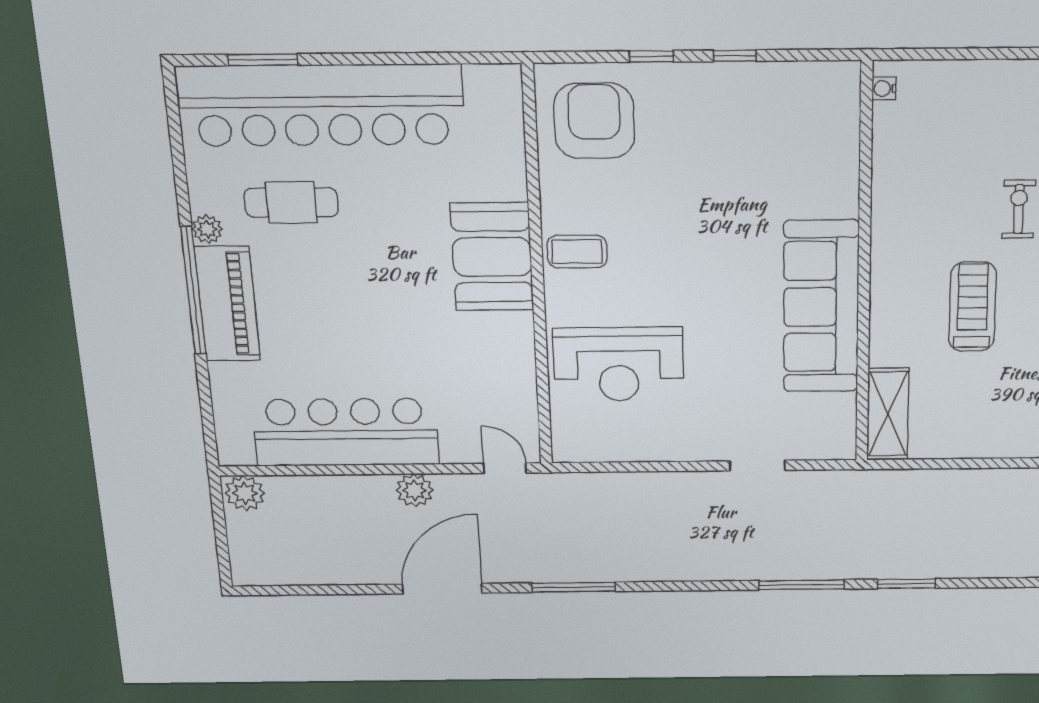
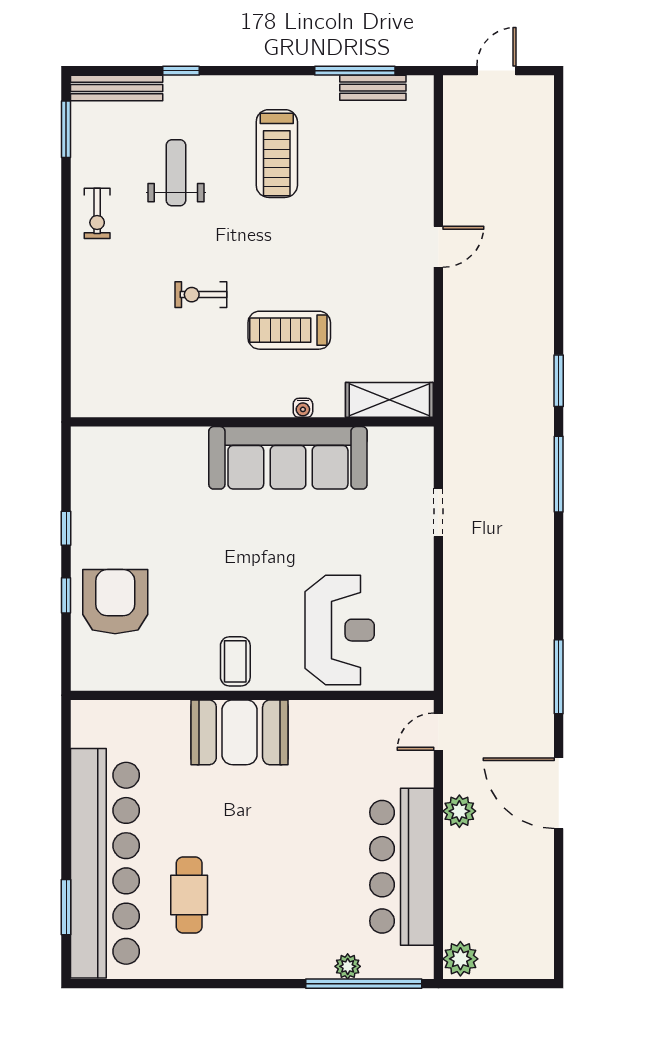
water cooler: (884, 88) -> (303, 408), moved
armchair: (594, 121) -> (115, 602), moved, turned 90
plant: (207, 229) -> (348, 966), moved
window: (193, 291) -> (364, 984), moved
piano: (227, 304) -> (280, 956), removed

